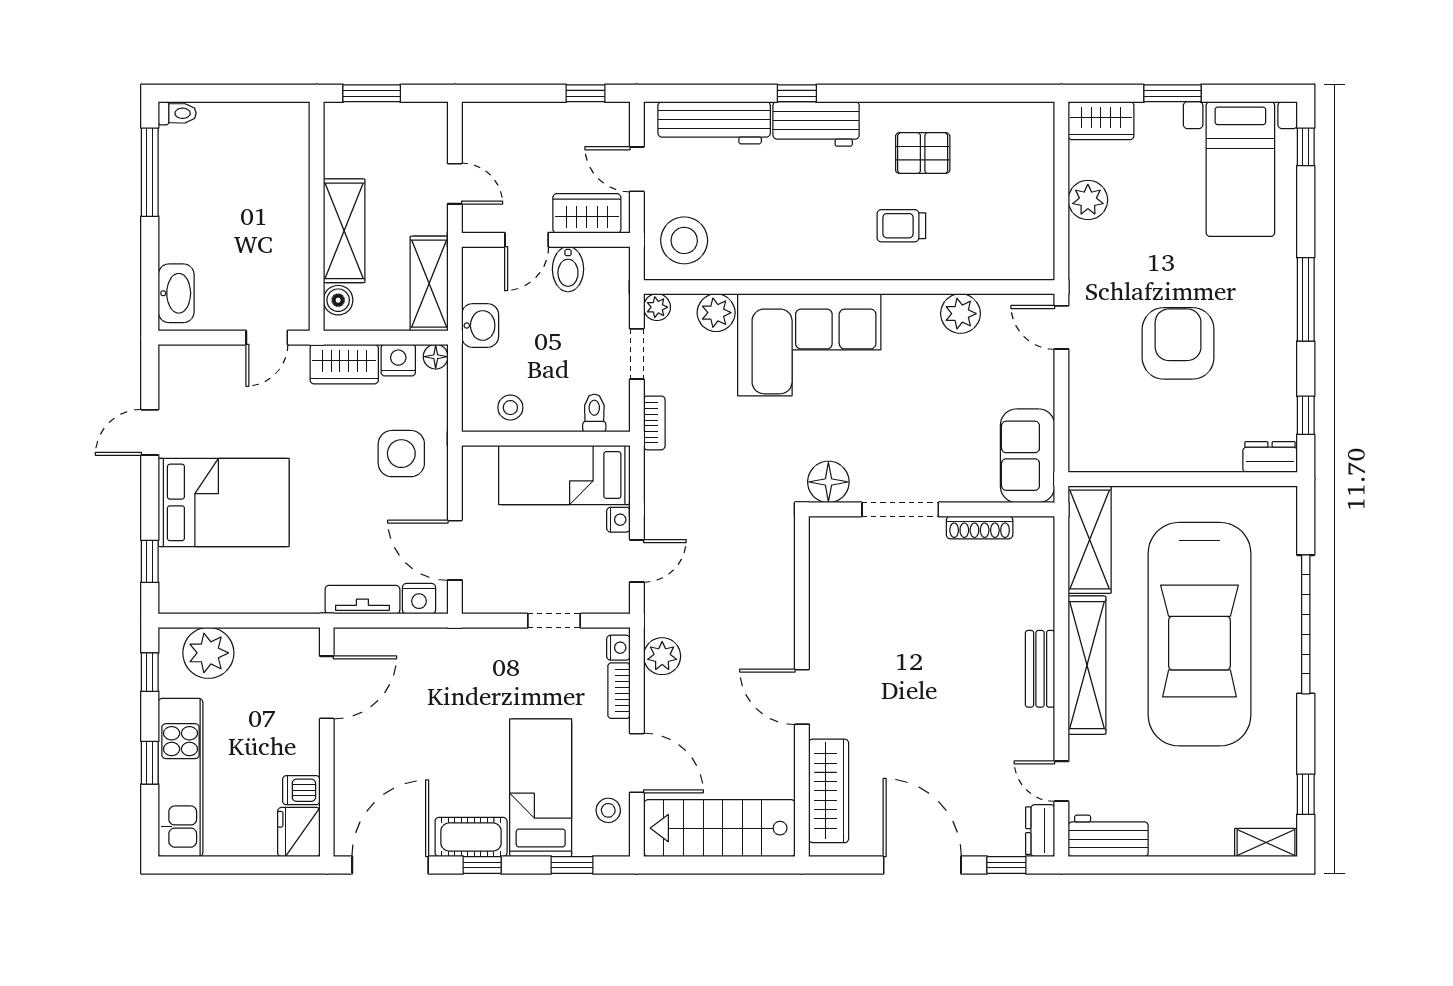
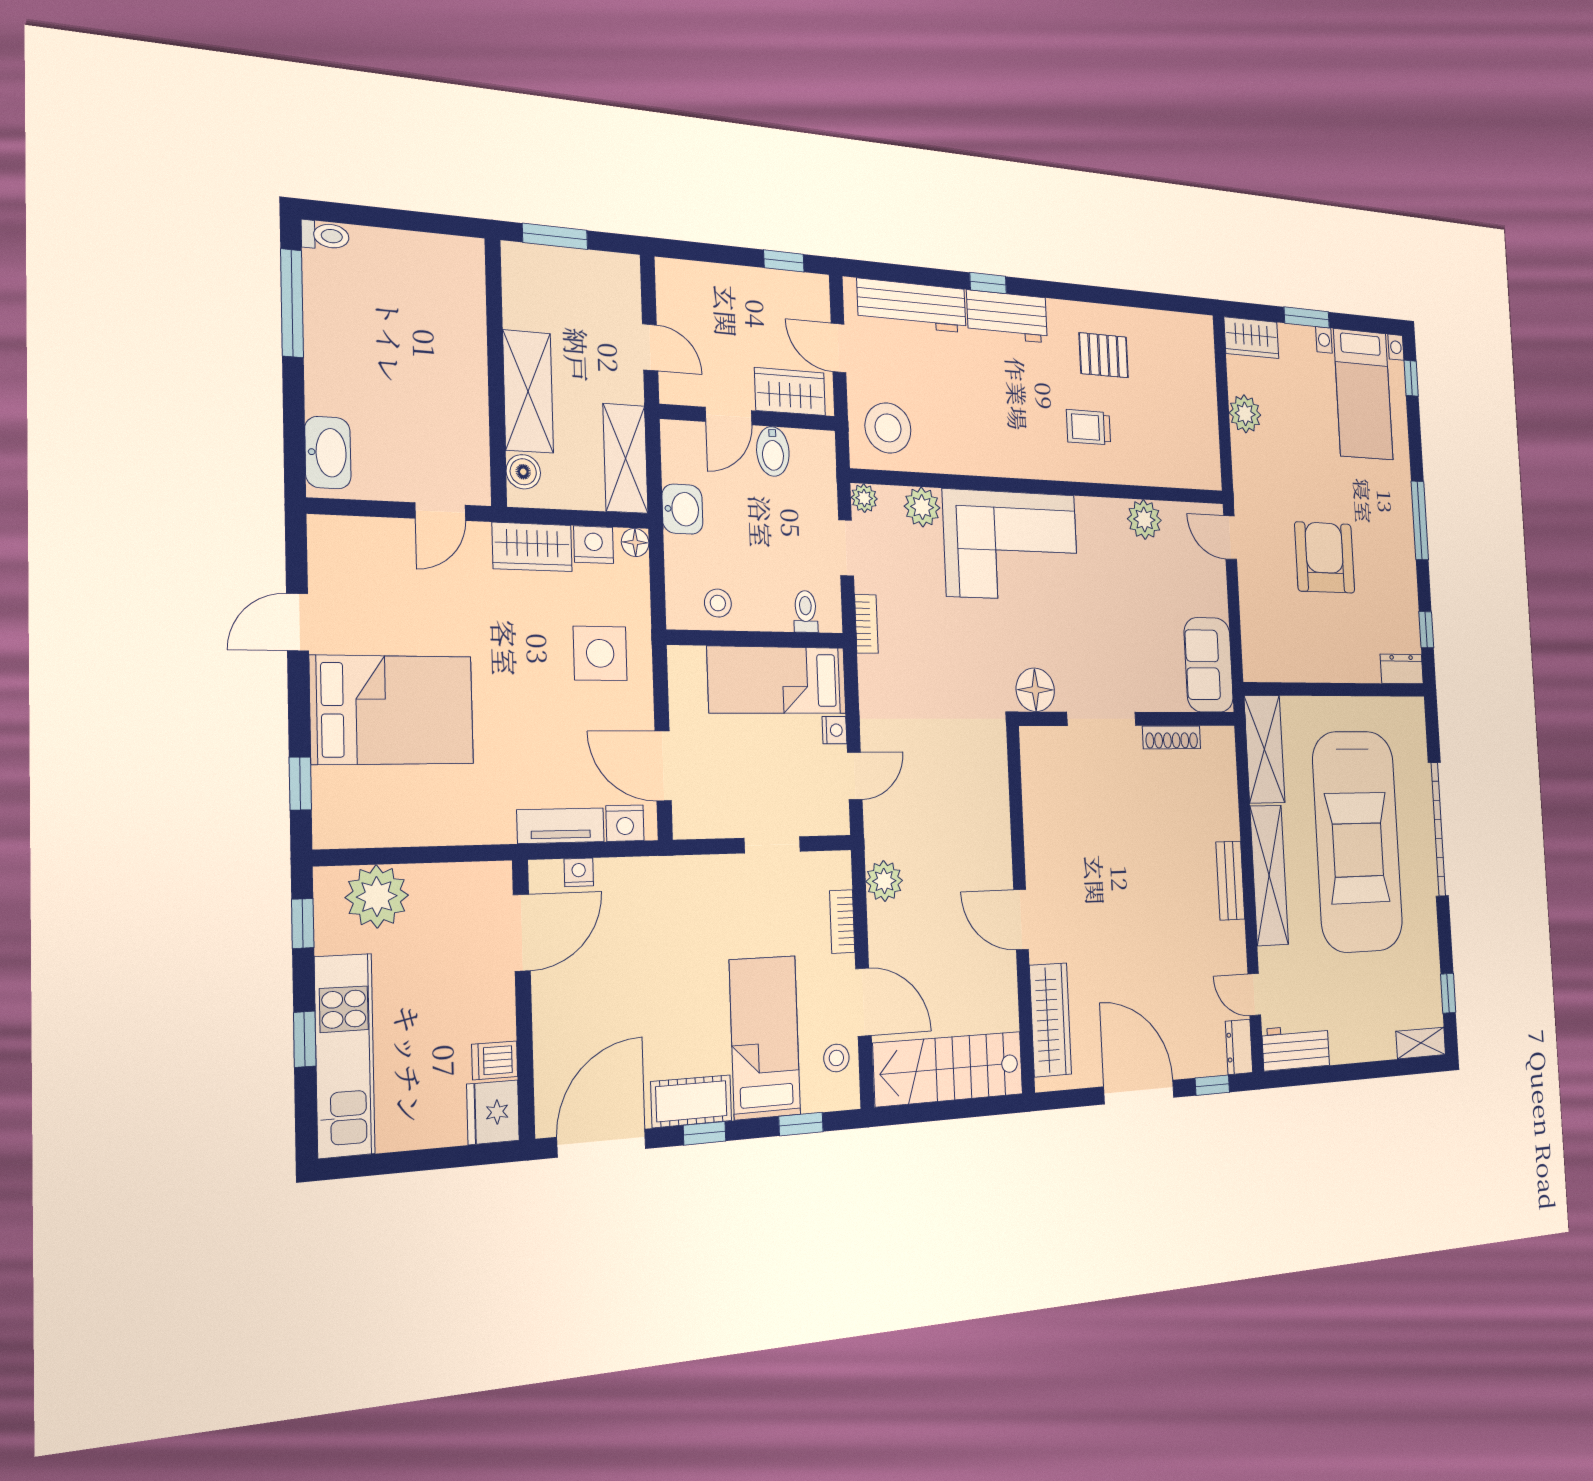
nightstand: (618, 648) -> (579, 872), moved, turned -90

